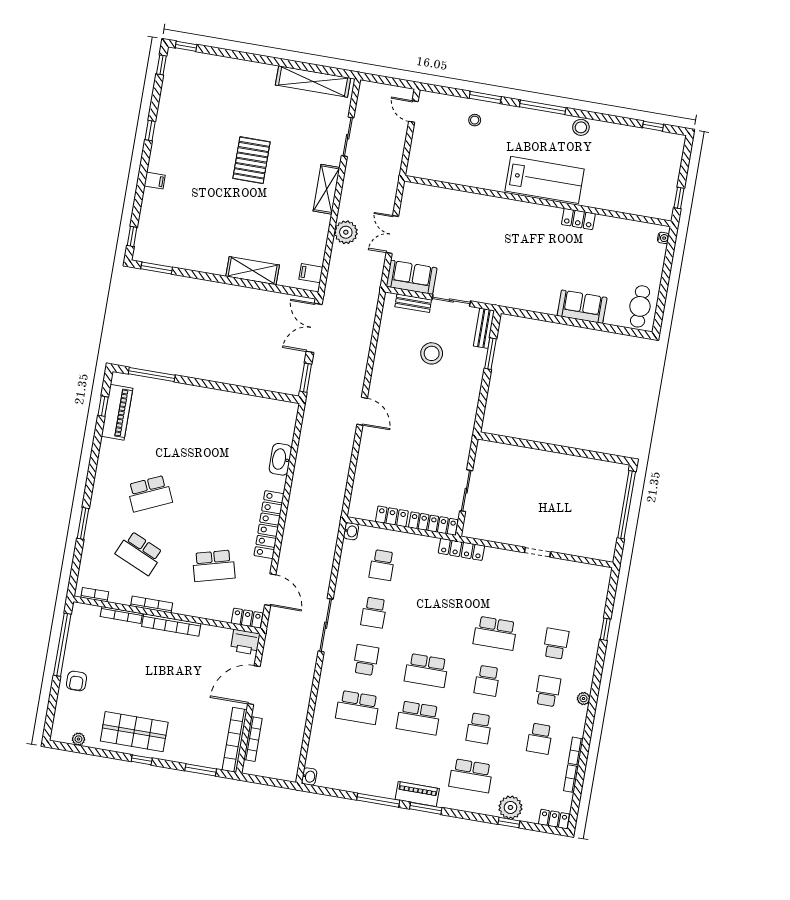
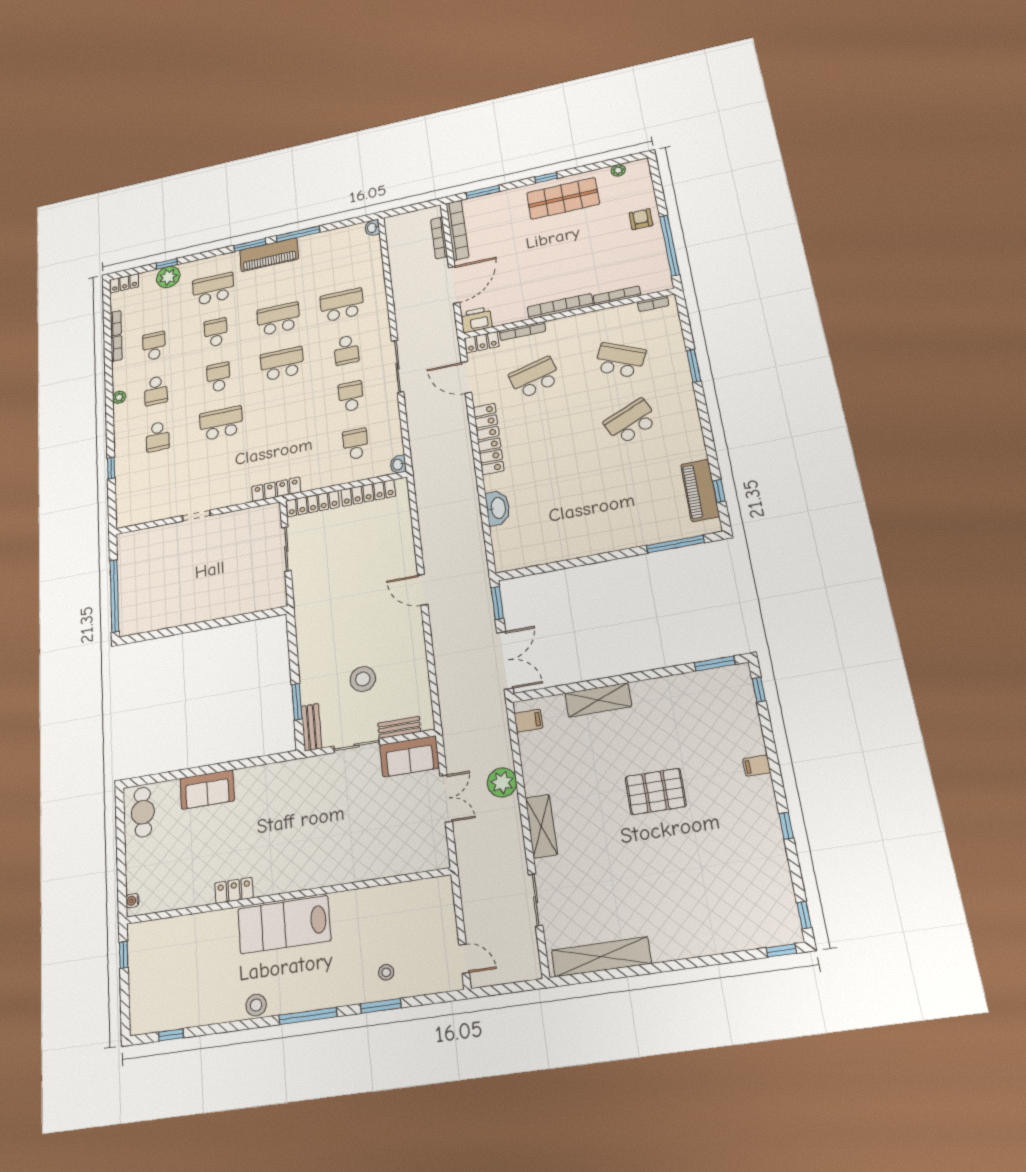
pallet: (251, 160) -> (656, 792), moved, turned 90
locker: (392, 516) -> (368, 493), width x1.53
bookcase: (152, 604) -> (523, 331), moved
piano: (417, 794) -> (269, 255), width x1.37, depth x1.33

